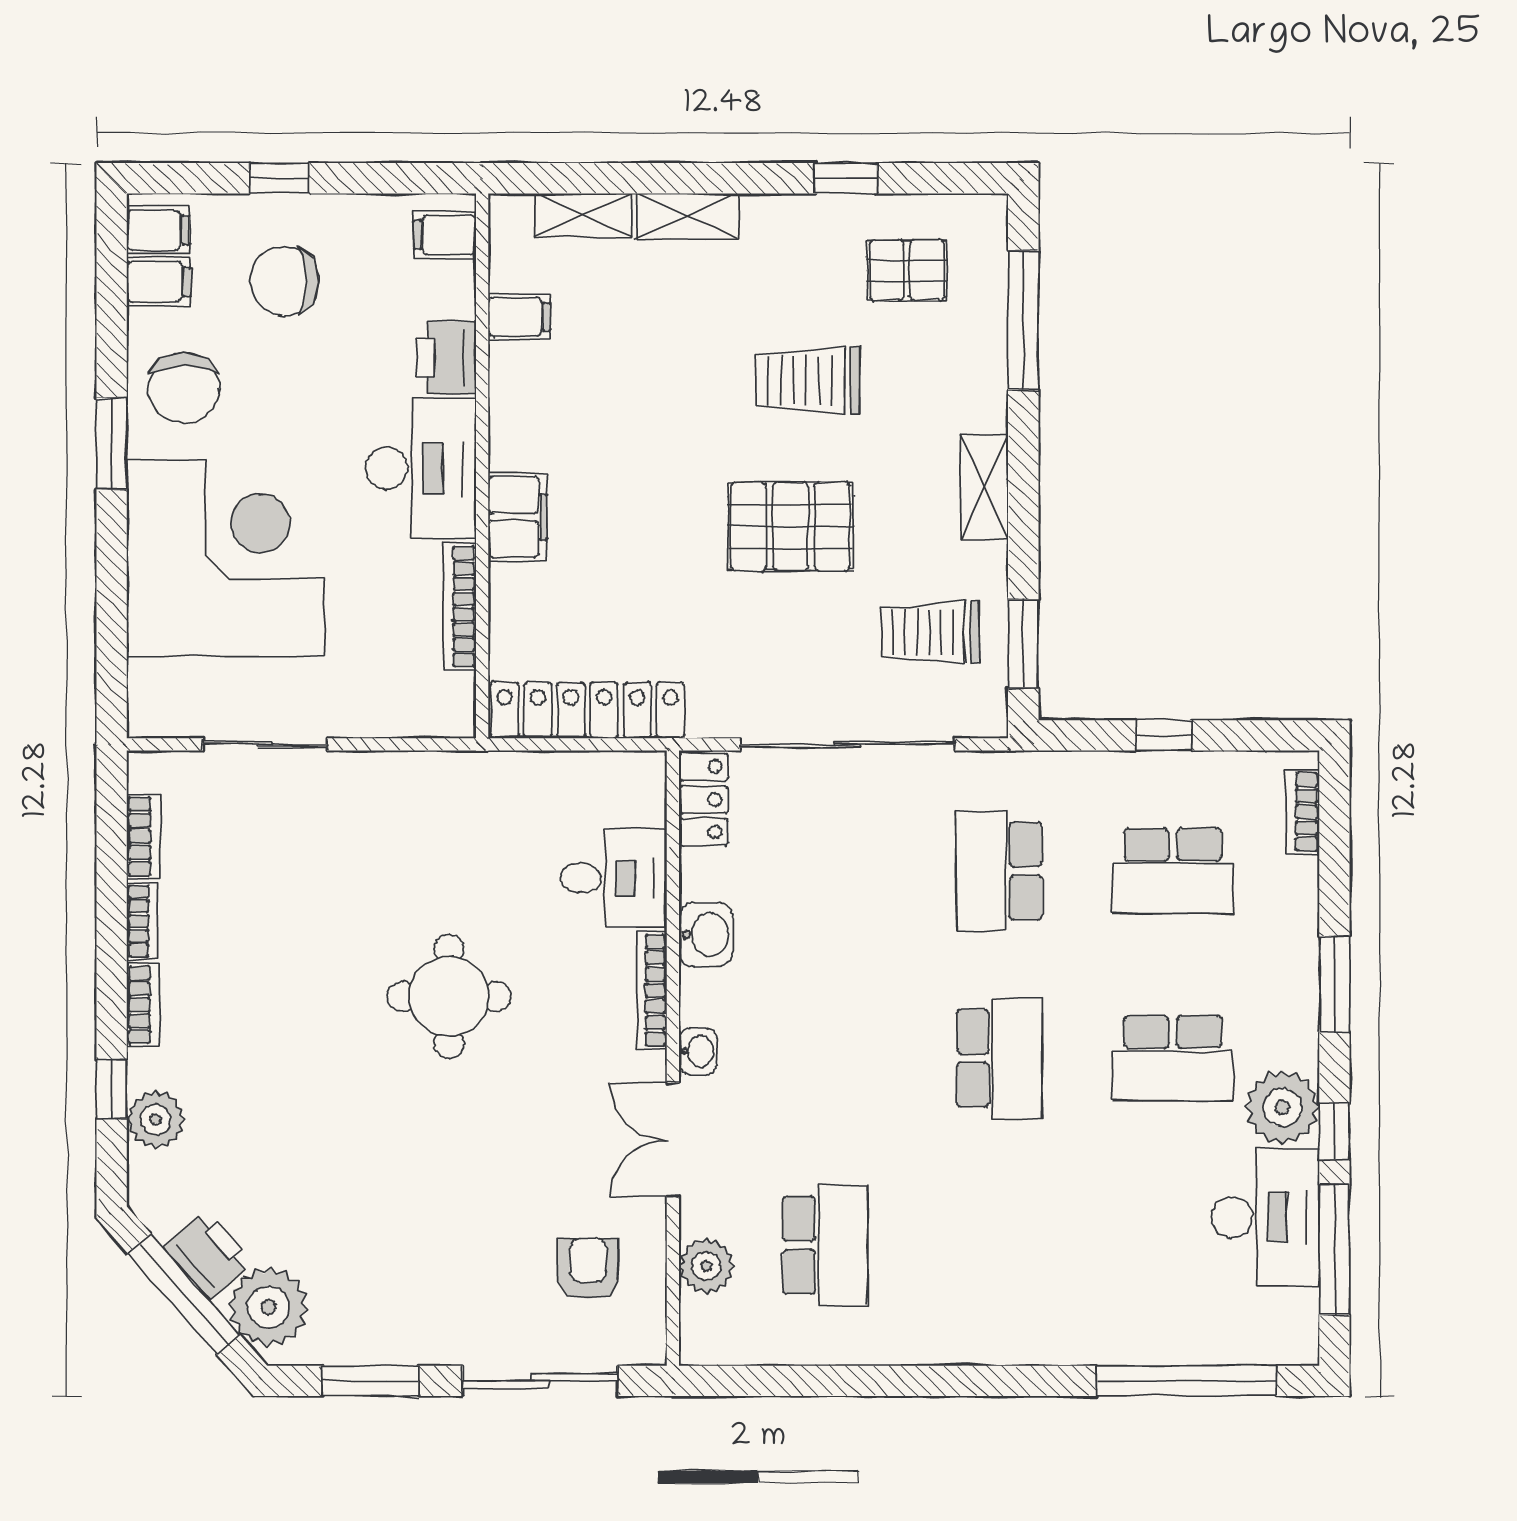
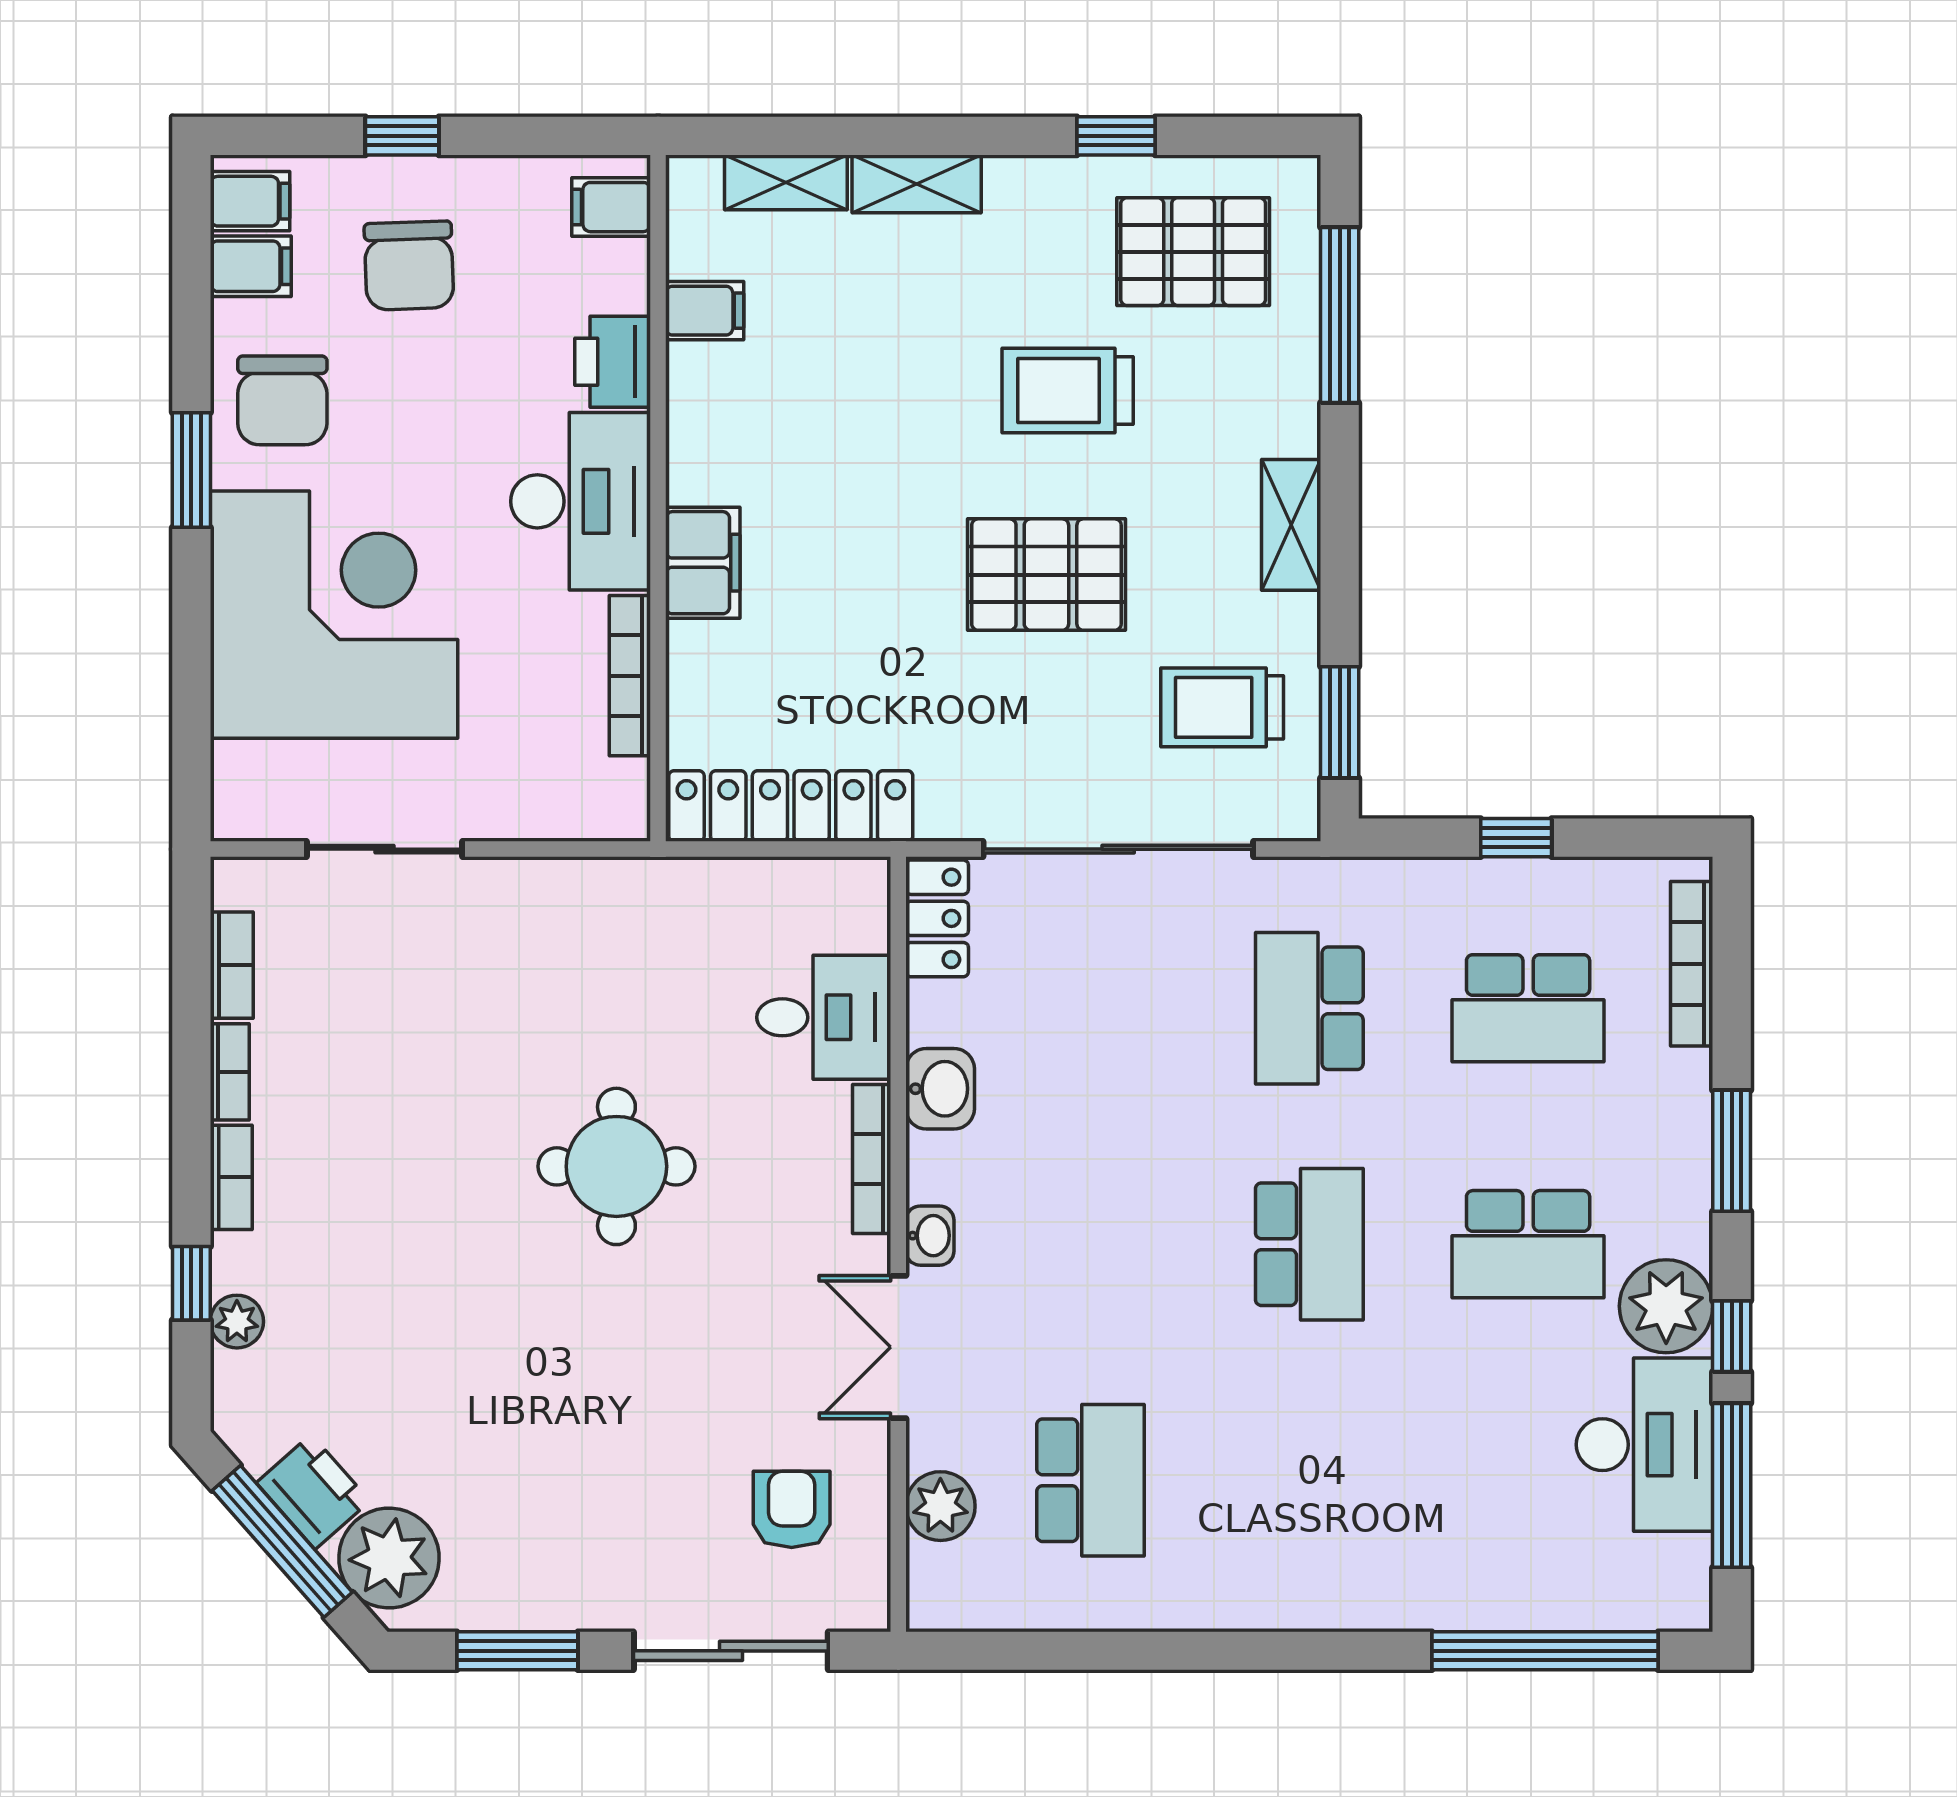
pallet: (907, 270) -> (1193, 252), width x1.50, depth x1.42
chair: (284, 281) -> (409, 266), turned -92
bookcase: (1303, 812) -> (1692, 964), width x1.56
plant: (156, 1119) -> (237, 1322), width x0.73, depth x0.73

